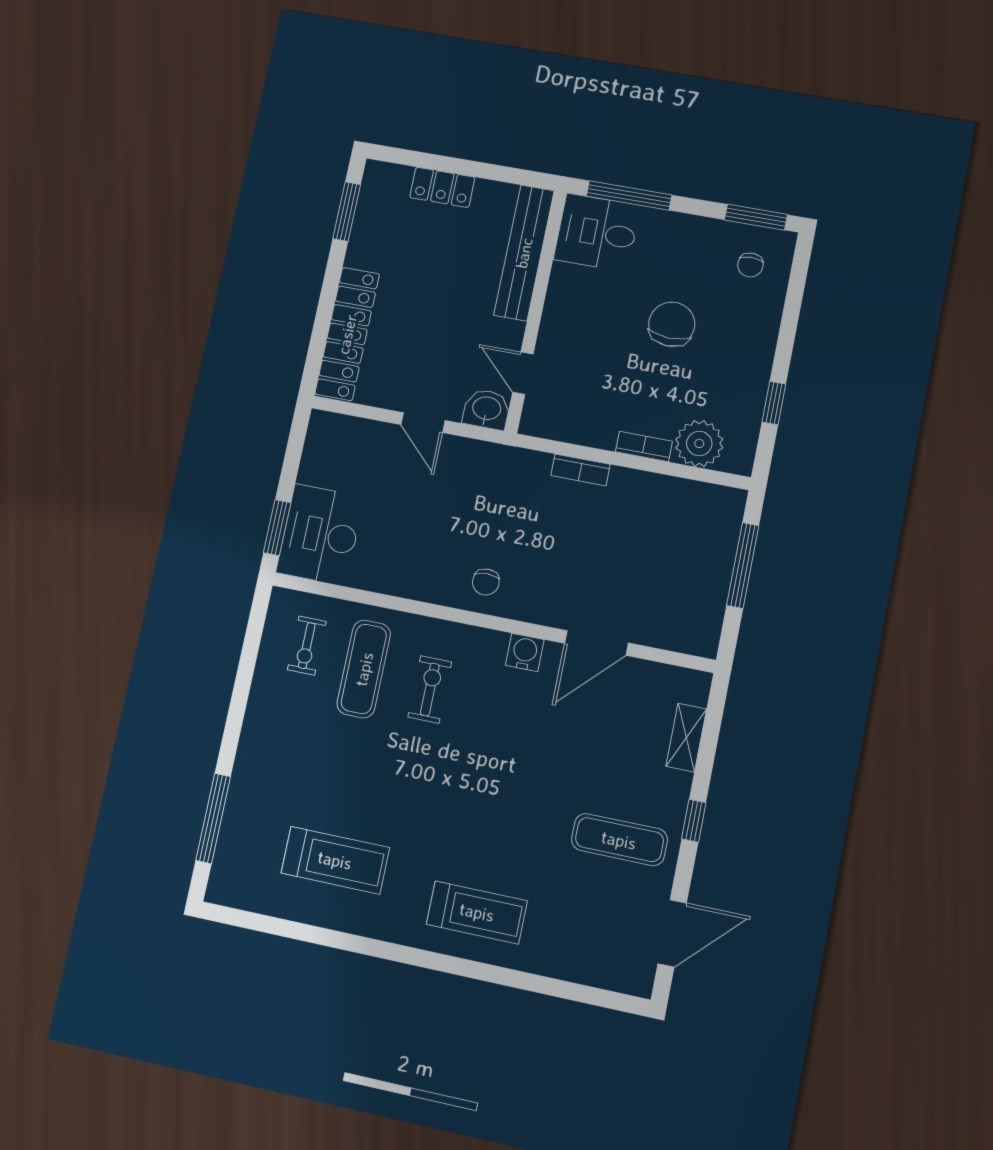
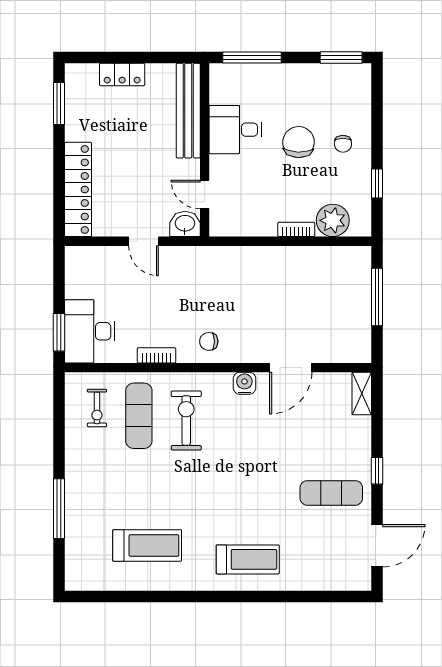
desk: (597, 233) -> (235, 130), moved
chair: (750, 265) -> (343, 144), moved
bookcase: (580, 470) -> (156, 355), moved, turned 180
chair: (486, 582) -> (209, 341), turned 90
exercise bike: (430, 689) -> (186, 420), width x1.38, depth x1.39
shelving: (686, 738) -> (362, 394), moved
window: (213, 818) -> (59, 509), moved

